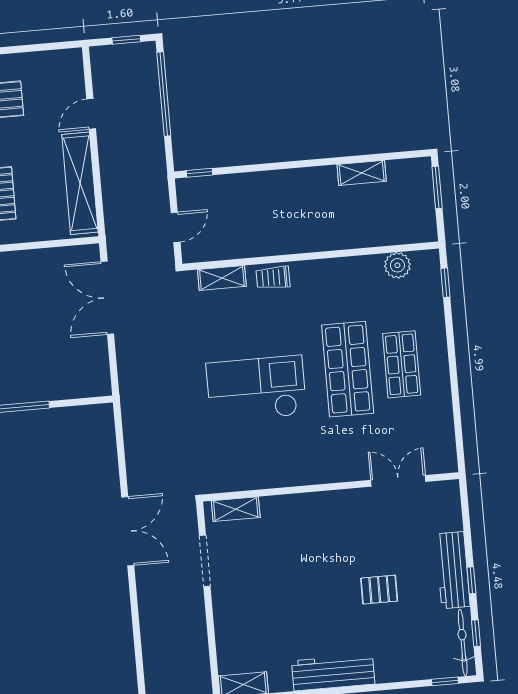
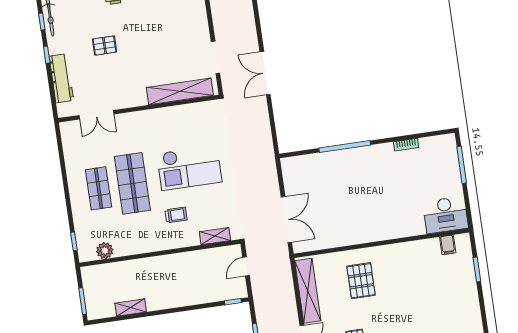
trolley: (273, 278) -> (176, 215), moved
shelving: (236, 509) -> (180, 91), width x2.20, depth x1.33
workbench: (453, 570) -> (61, 78), moved

